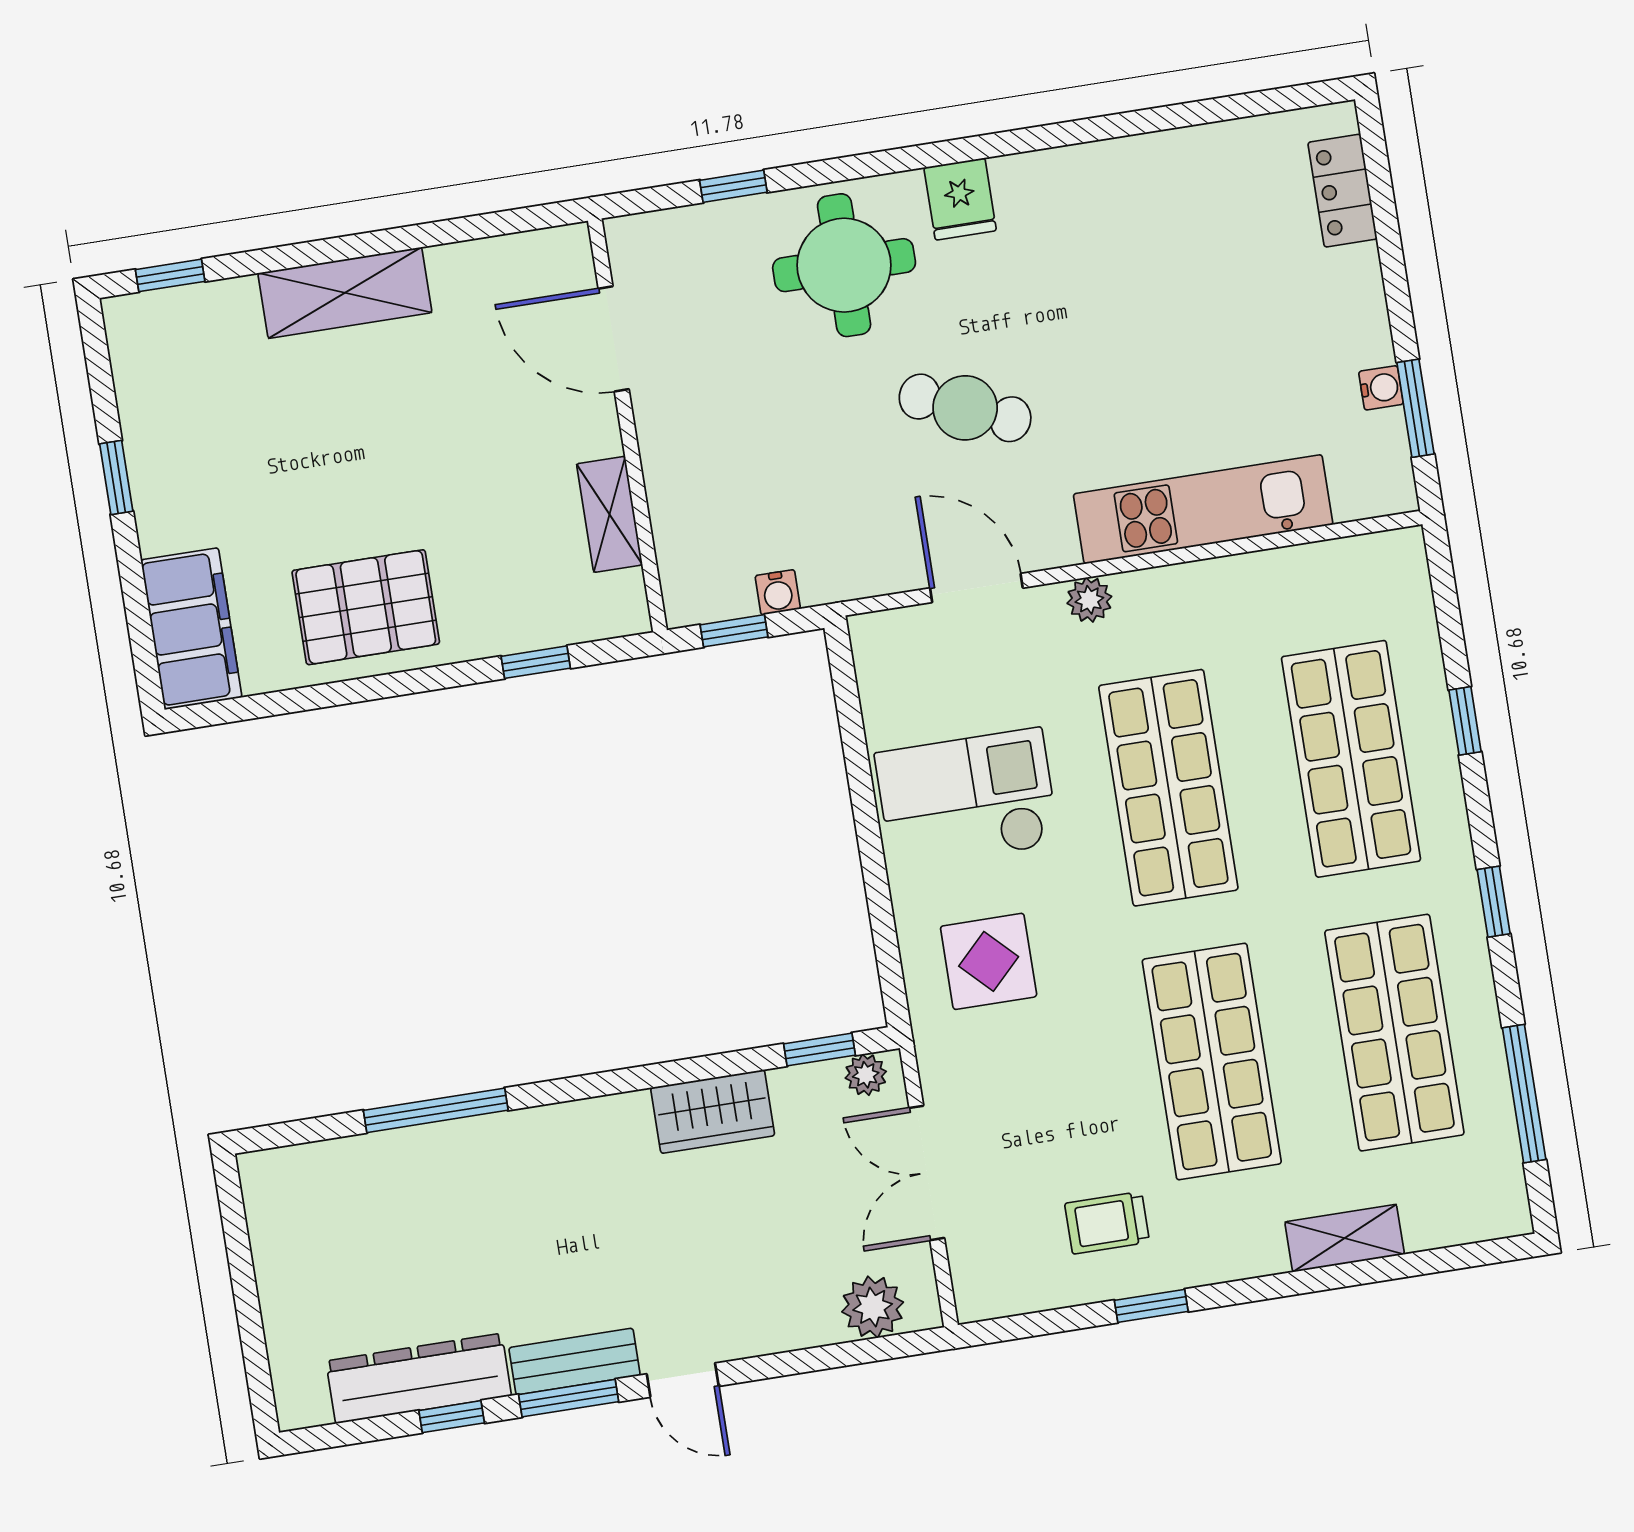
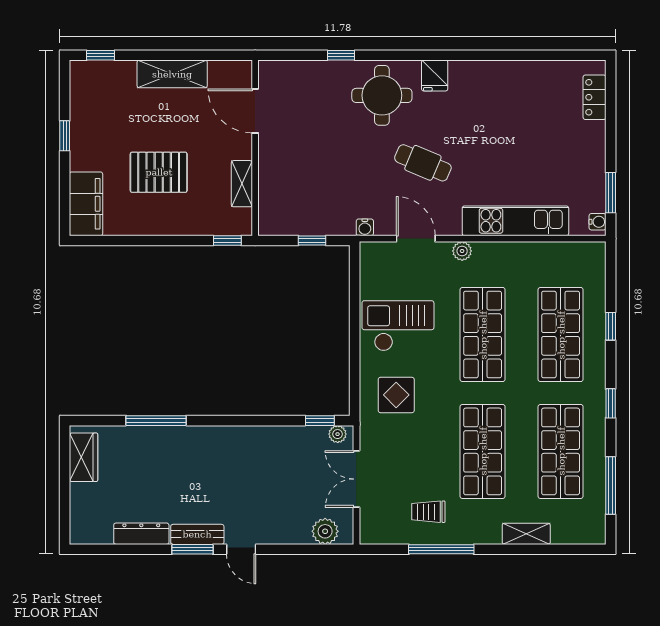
door: (614, 339) -> (255, 111), moved
water cooler: (1381, 388) -> (598, 222), moved
wall: (627, 425) -> (255, 148), moved
shelving: (610, 514) -> (242, 184), moved
water cooler: (778, 592) -> (365, 227), moved
pallet: (366, 607) -> (159, 172), moved
wardrobe: (713, 1112) -> (84, 457), moved, turned -90
window: (1151, 1306) -> (441, 549), width x2.17
dresser: (419, 1378) -> (141, 534), width x0.73, depth x0.80
window: (452, 1417) -> (142, 549), removed

